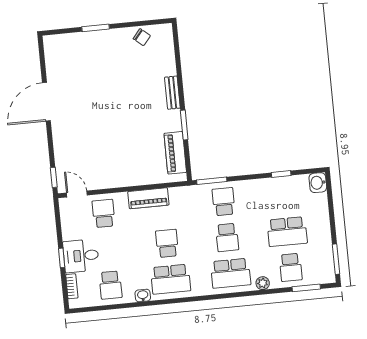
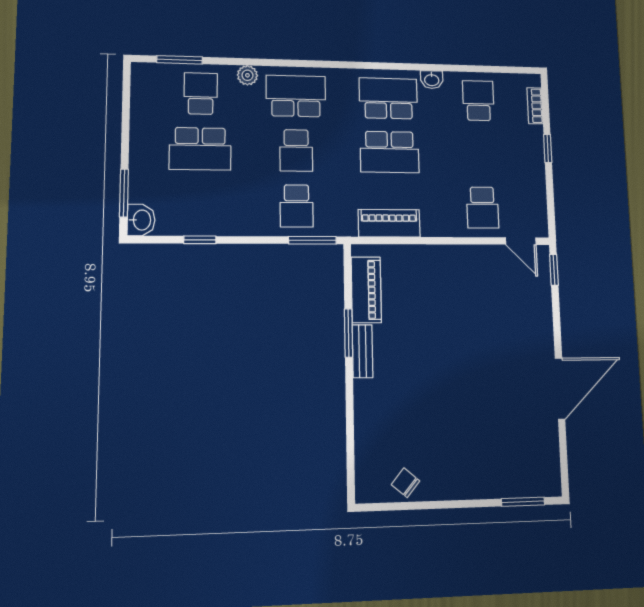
window: (96, 28) -> (523, 502), moved
bench: (172, 93) -> (363, 351), moved
piano: (148, 198) -> (389, 223), moved
school desk: (287, 232) -> (200, 149), turned 180
school desk: (227, 237) -> (296, 150), turned 180
school desk: (167, 243) -> (390, 152), width x1.85
desk: (81, 256) -> (519, 148), removed
window: (336, 259) -> (124, 193), moved

